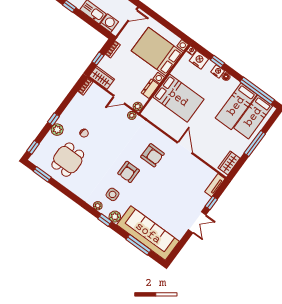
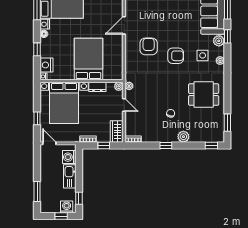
window: (161, 20) -> (37, 118), added
nightstand: (218, 71) -> (45, 24), moved
window: (53, 119) -> (166, 145), moved
dining table: (68, 160) -> (204, 95), moved
window: (105, 220) -> (227, 36), moved

